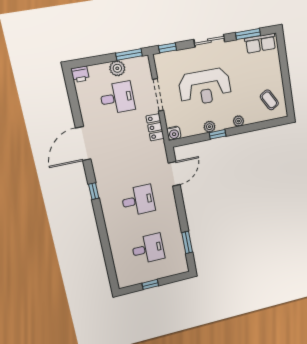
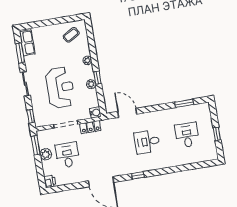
desk: (138, 200) -> (147, 142), turned -90

